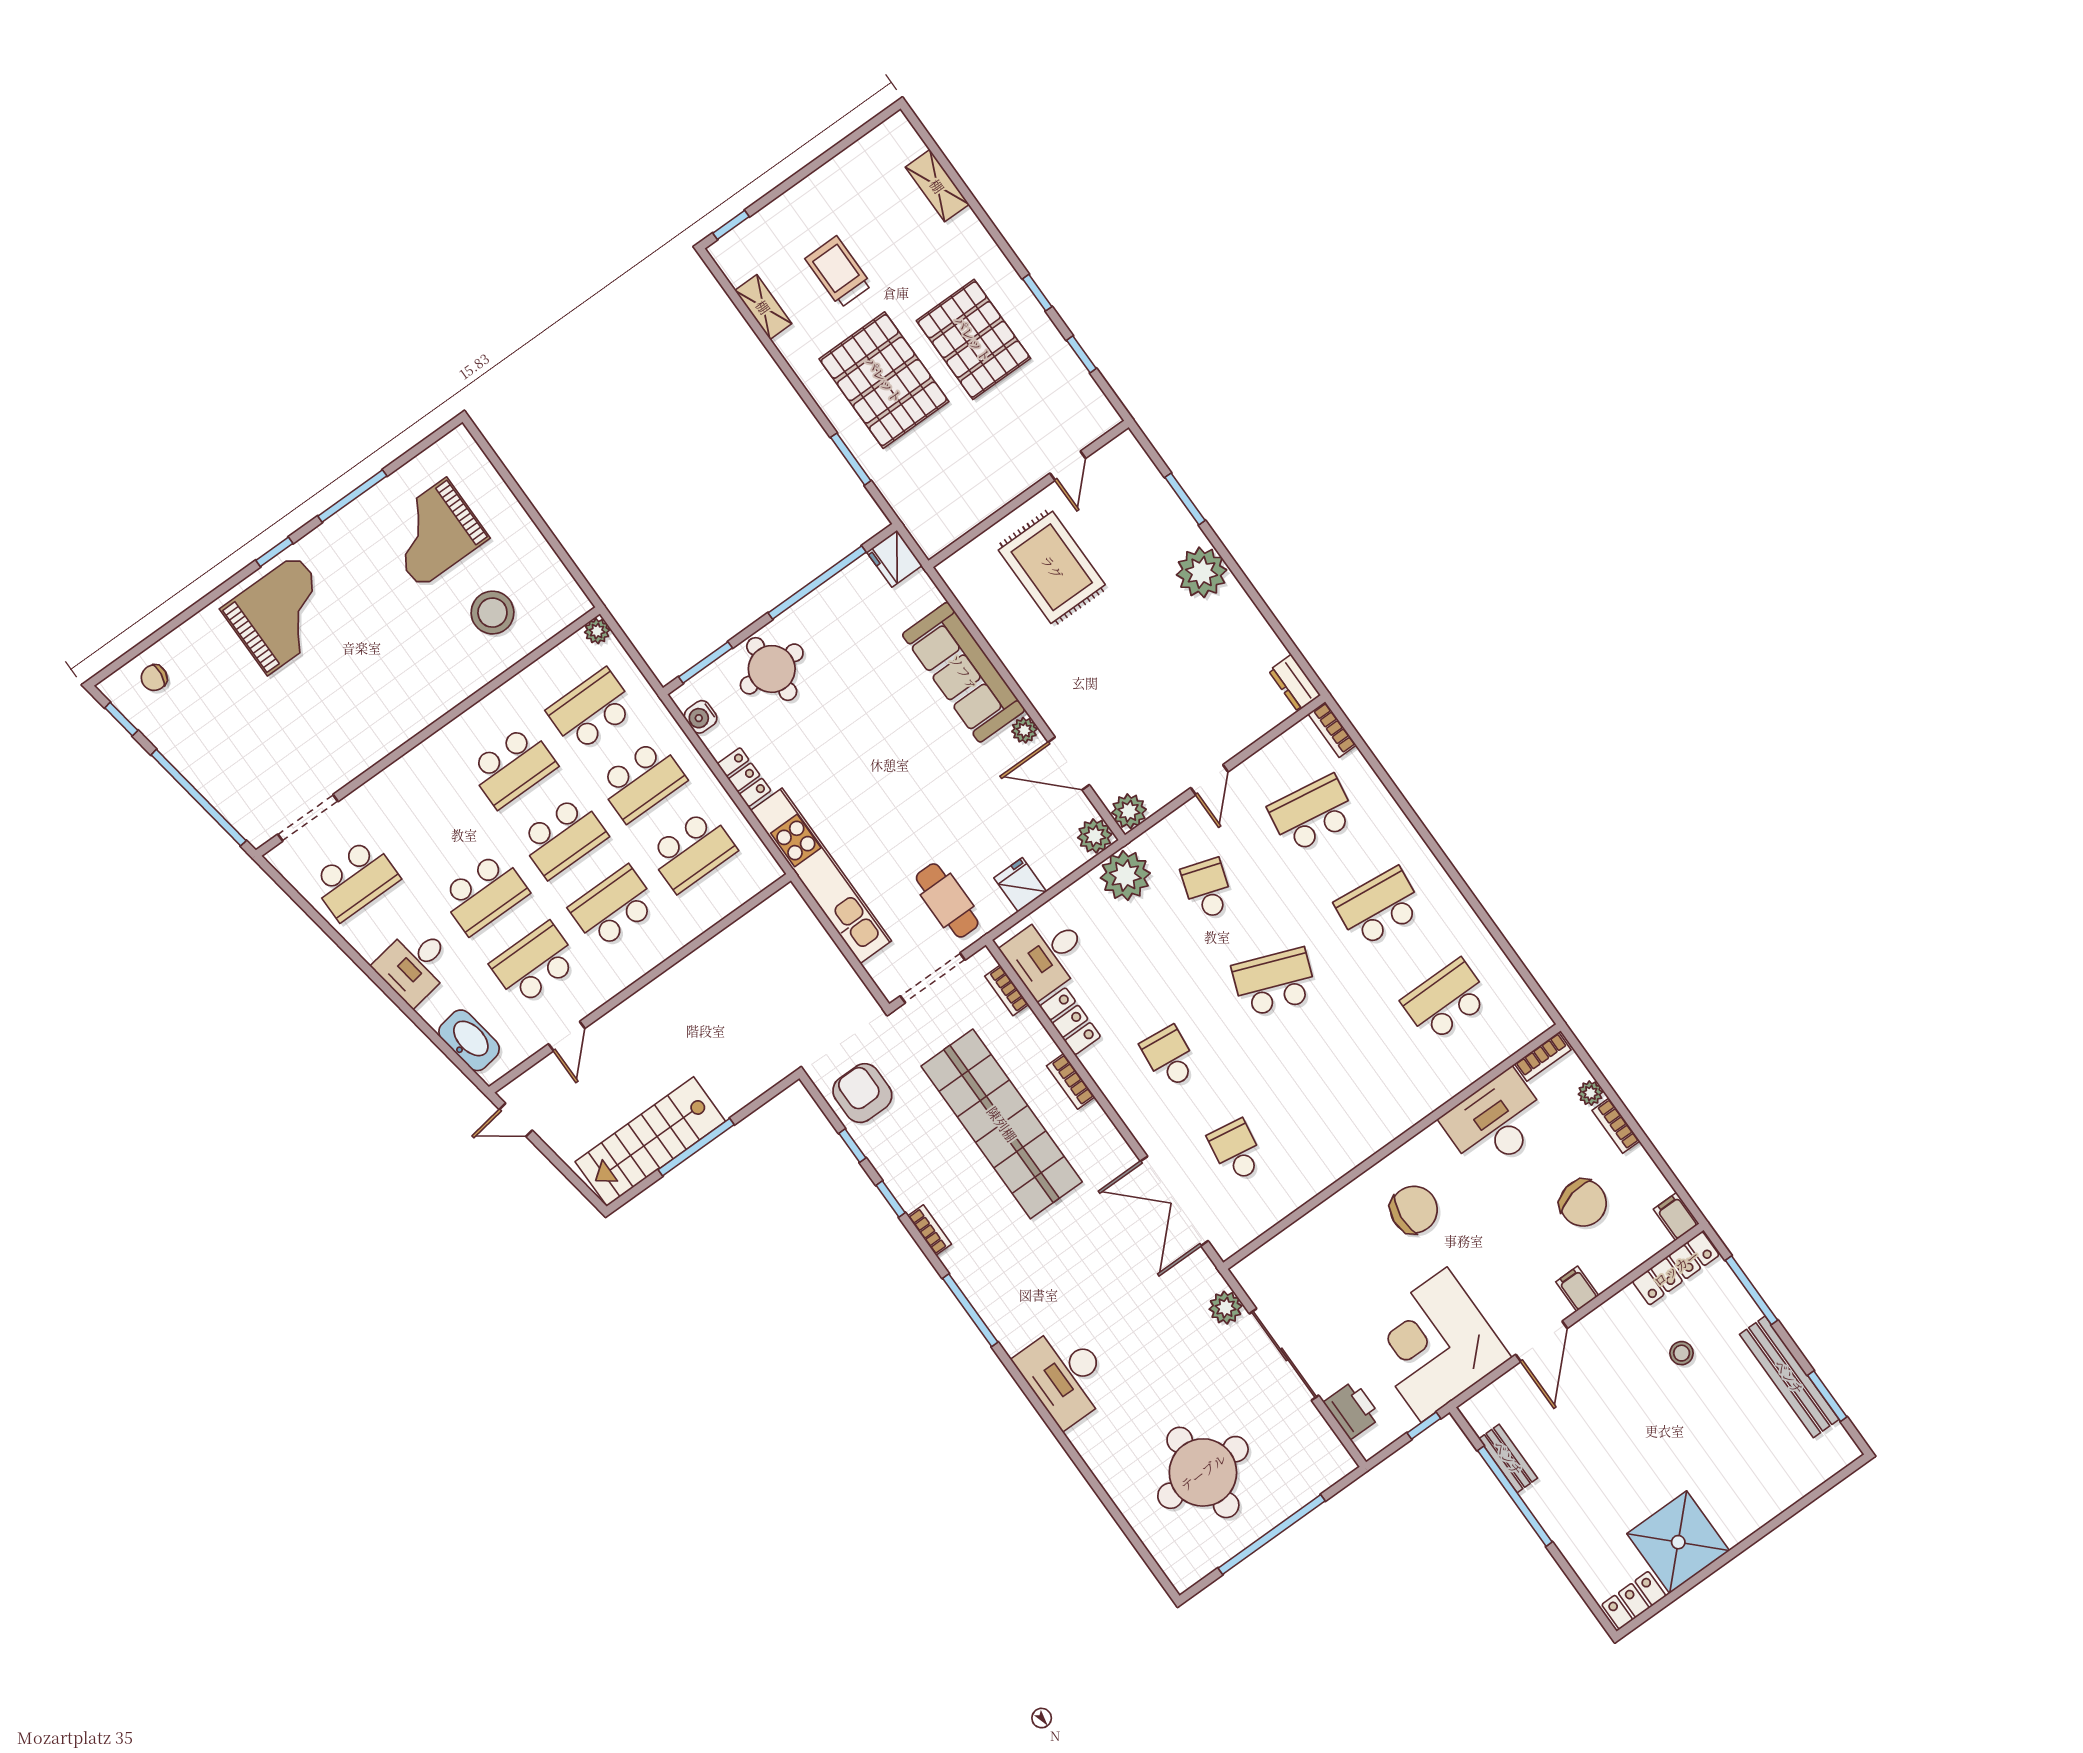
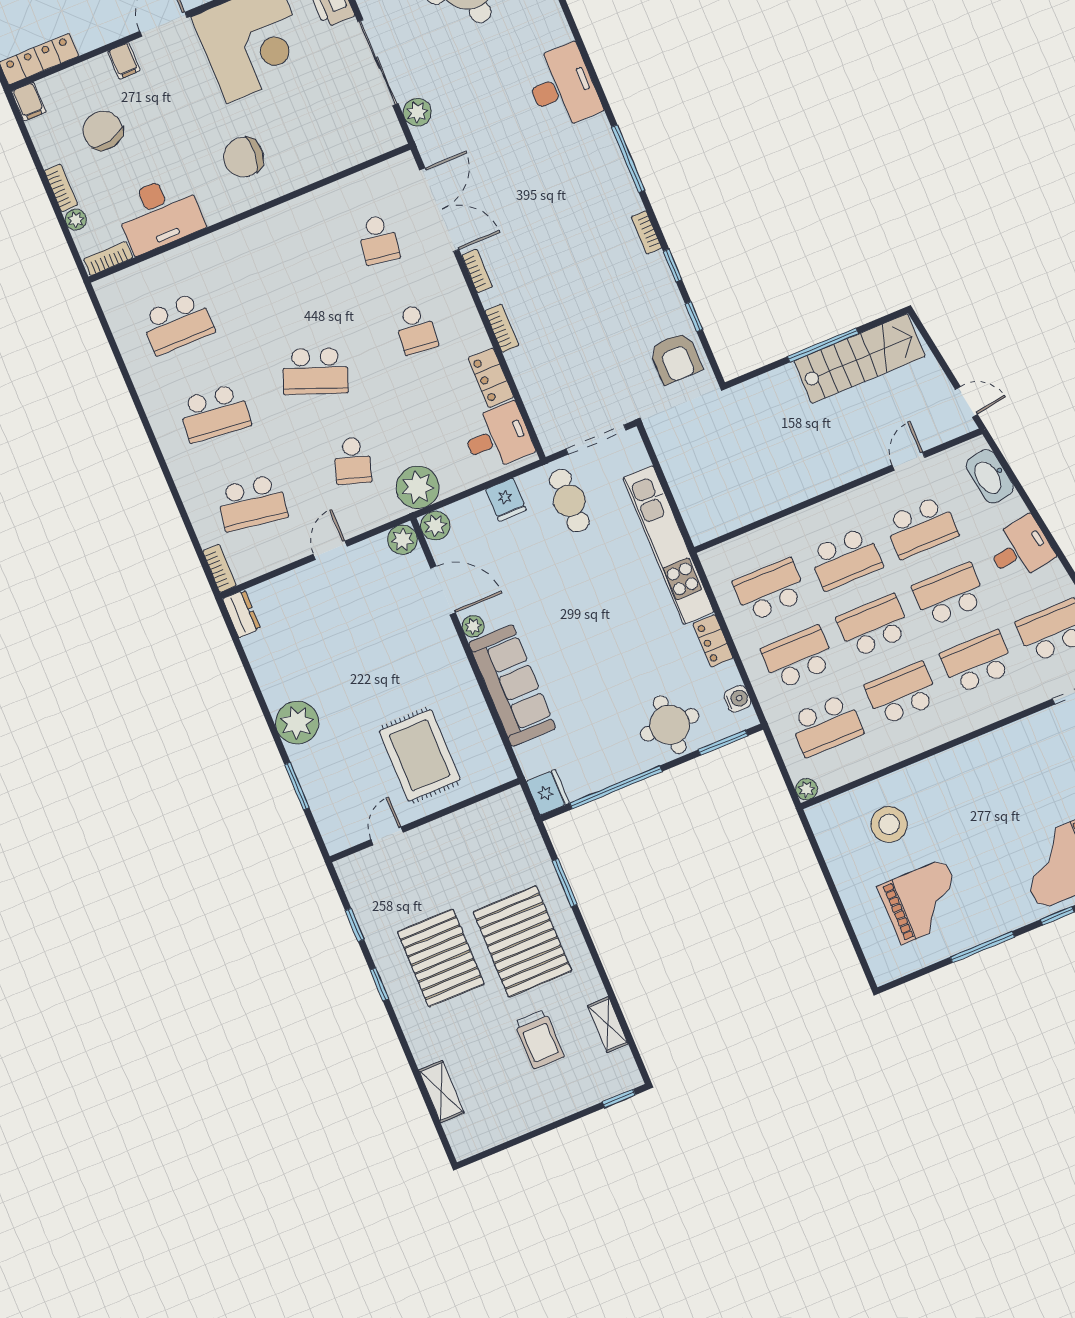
school desk: (434, 823) -> (977, 662), added
bookcase: (1007, 990) -> (477, 271), moved
shop shelf: (1002, 1124) -> (567, 306), removed

